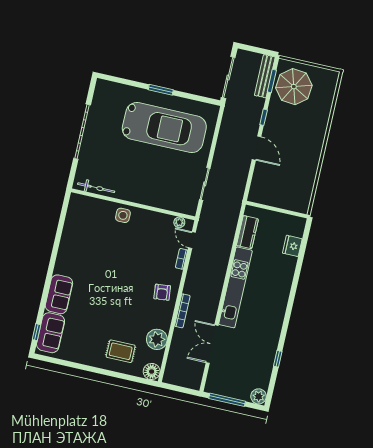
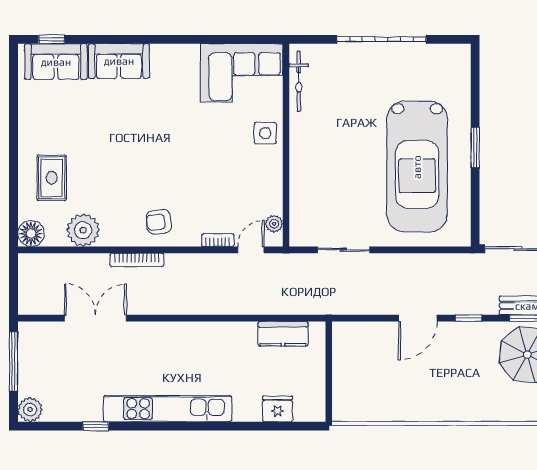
corner sofa: (83, 221) -> (242, 73), added
kitchen unit: (235, 287) -> (168, 409), moved, turned 180

